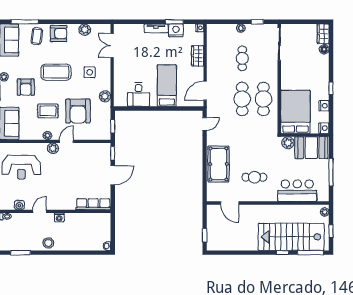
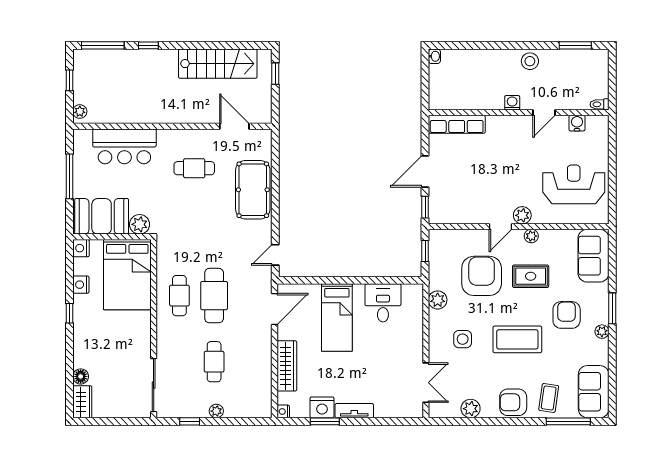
wardrobe: (198, 56) -> (287, 366), width x1.50
cafe table: (264, 99) -> (179, 296), width x0.73, depth x0.74
stairs: (291, 237) -> (218, 64), moved, width x0.73, depth x0.66

